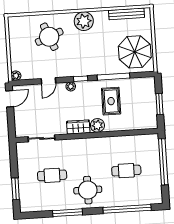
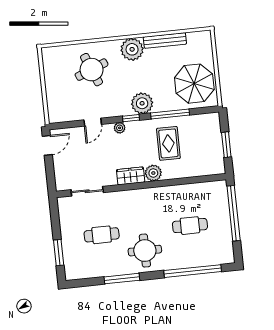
bench: (126, 14) -> (165, 40), moved
plant: (16, 76) -> (142, 103), moved, width x1.88, depth x1.88

